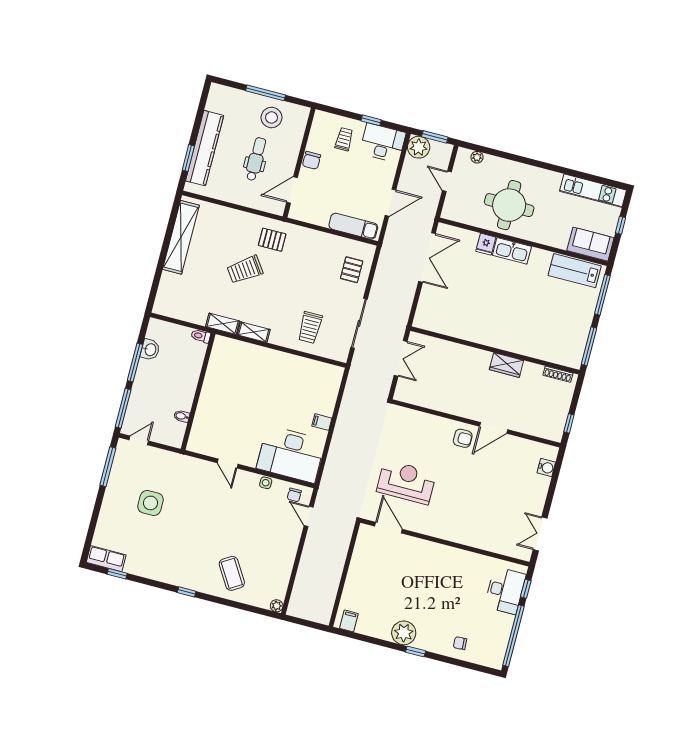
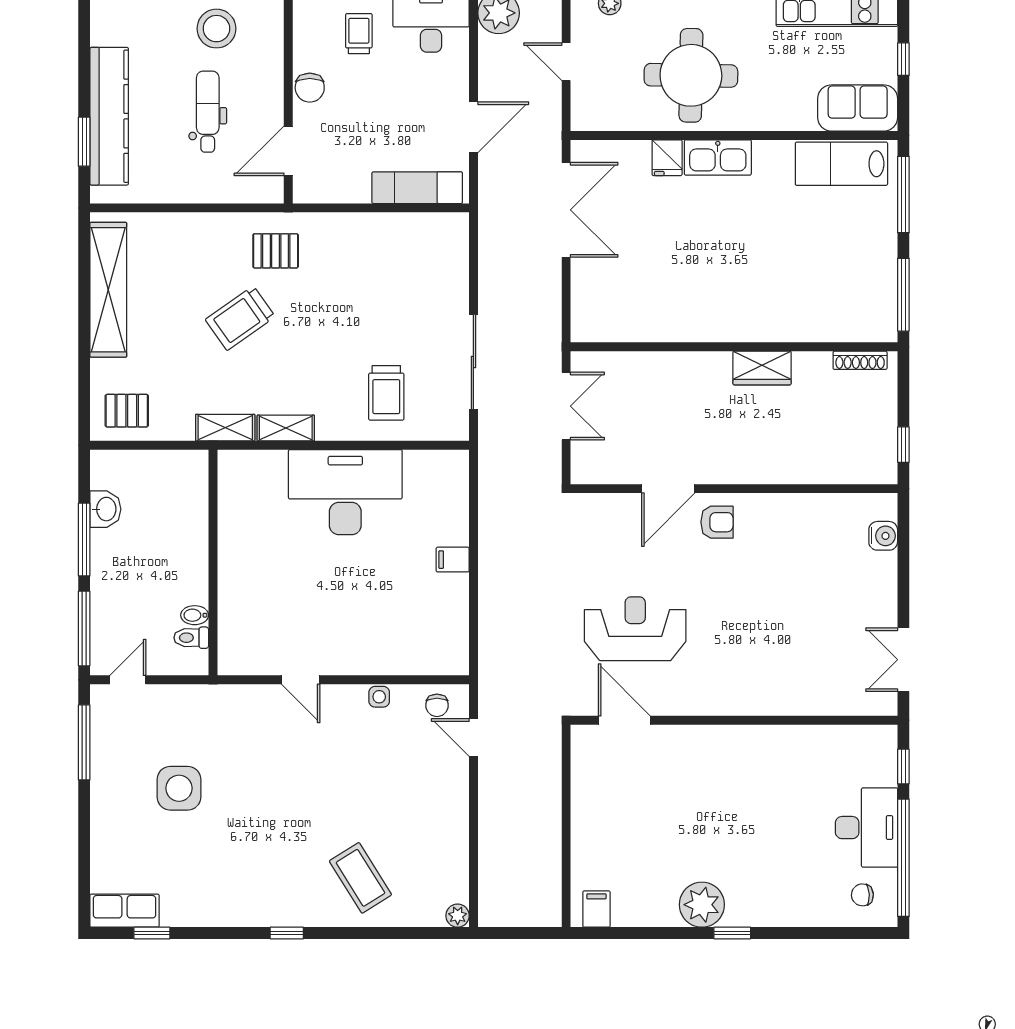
pallet: (352, 270) -> (127, 411), moved, turned 90
toilet: (201, 336) -> (191, 638), moved
door: (494, 428) -> (668, 489), moved
desk: (291, 454) -> (345, 492), moved, turned 180
desk: (505, 591) -> (866, 828), moved
chair: (460, 643) -> (862, 895), moved

